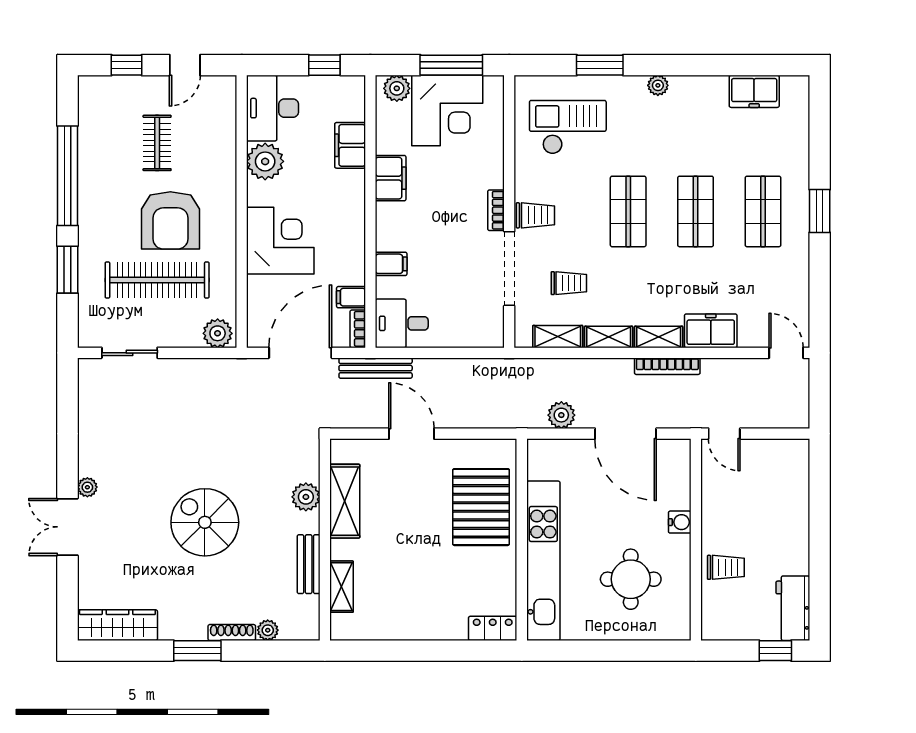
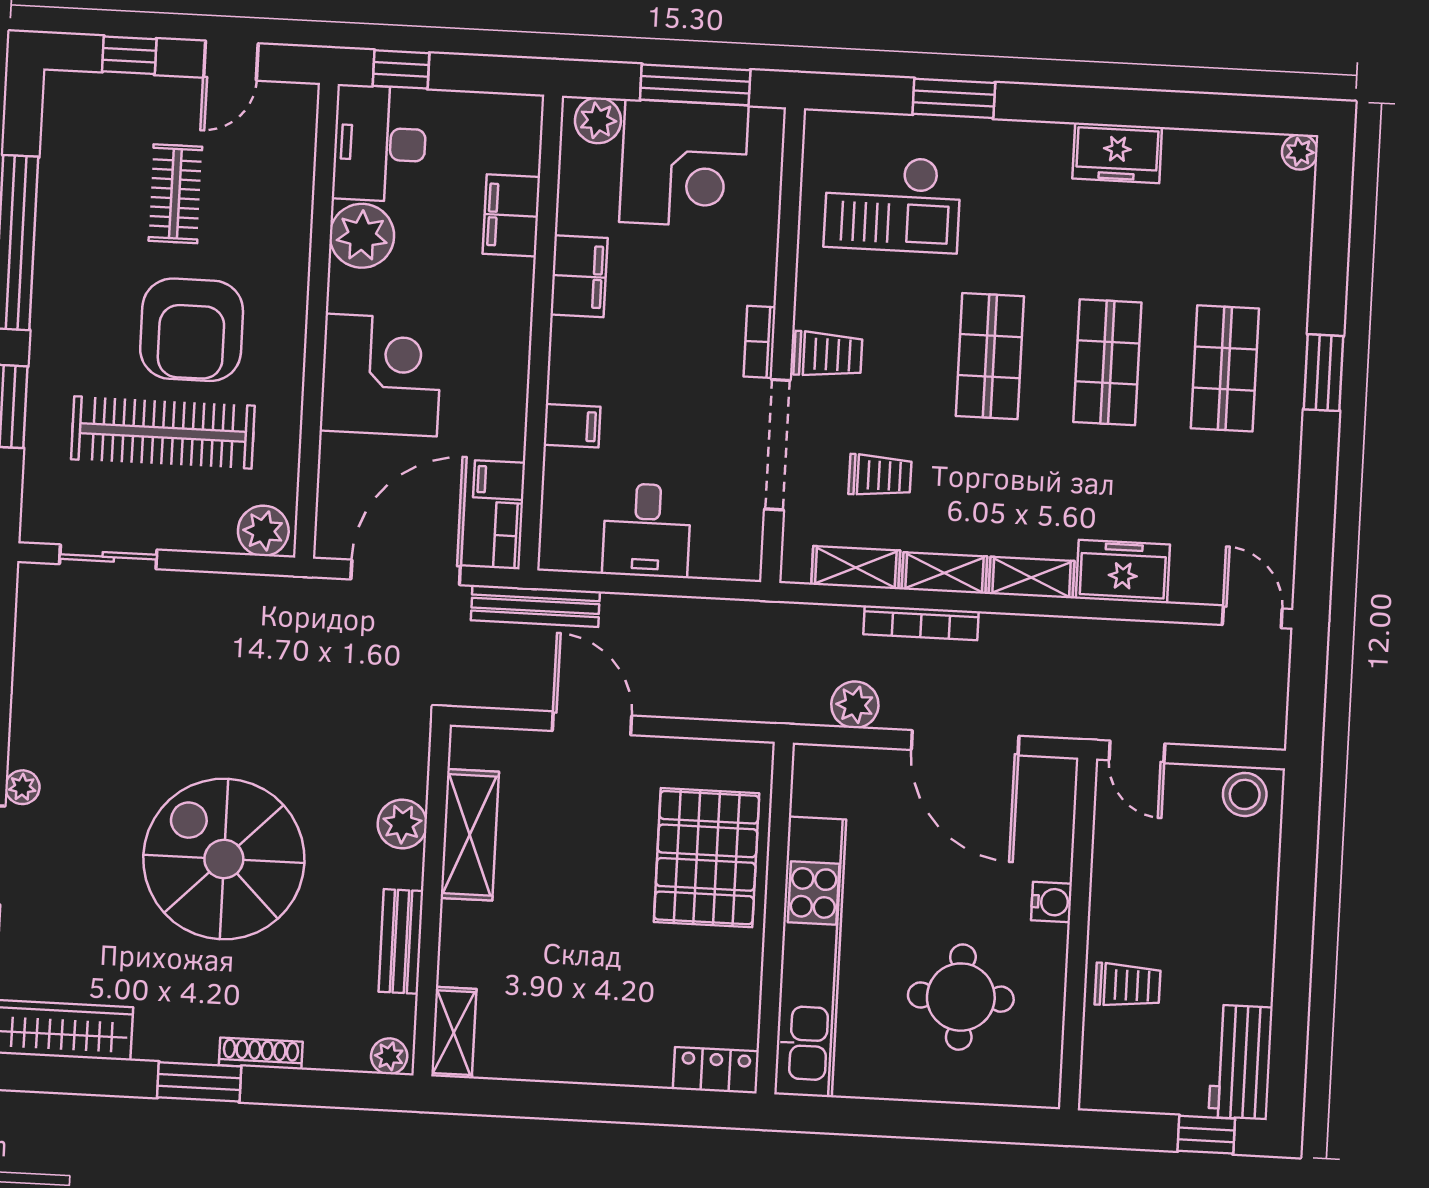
window: (324, 65) -> (401, 69), moved
plant: (658, 85) -> (1300, 152), moved
freezer: (754, 91) -> (1117, 153), moved
checkout: (568, 127) -> (892, 204), turned 180
desk: (402, 323) -> (647, 530), moved, turned -90
bookcase: (667, 366) -> (921, 623), moved
stool: (787, 455) -> (1245, 794), added
spiral stairs: (205, 522) -> (224, 859), width x1.37, depth x1.37
shelving: (342, 587) -> (454, 1033), moved
plant: (268, 630) -> (389, 1056), moved

